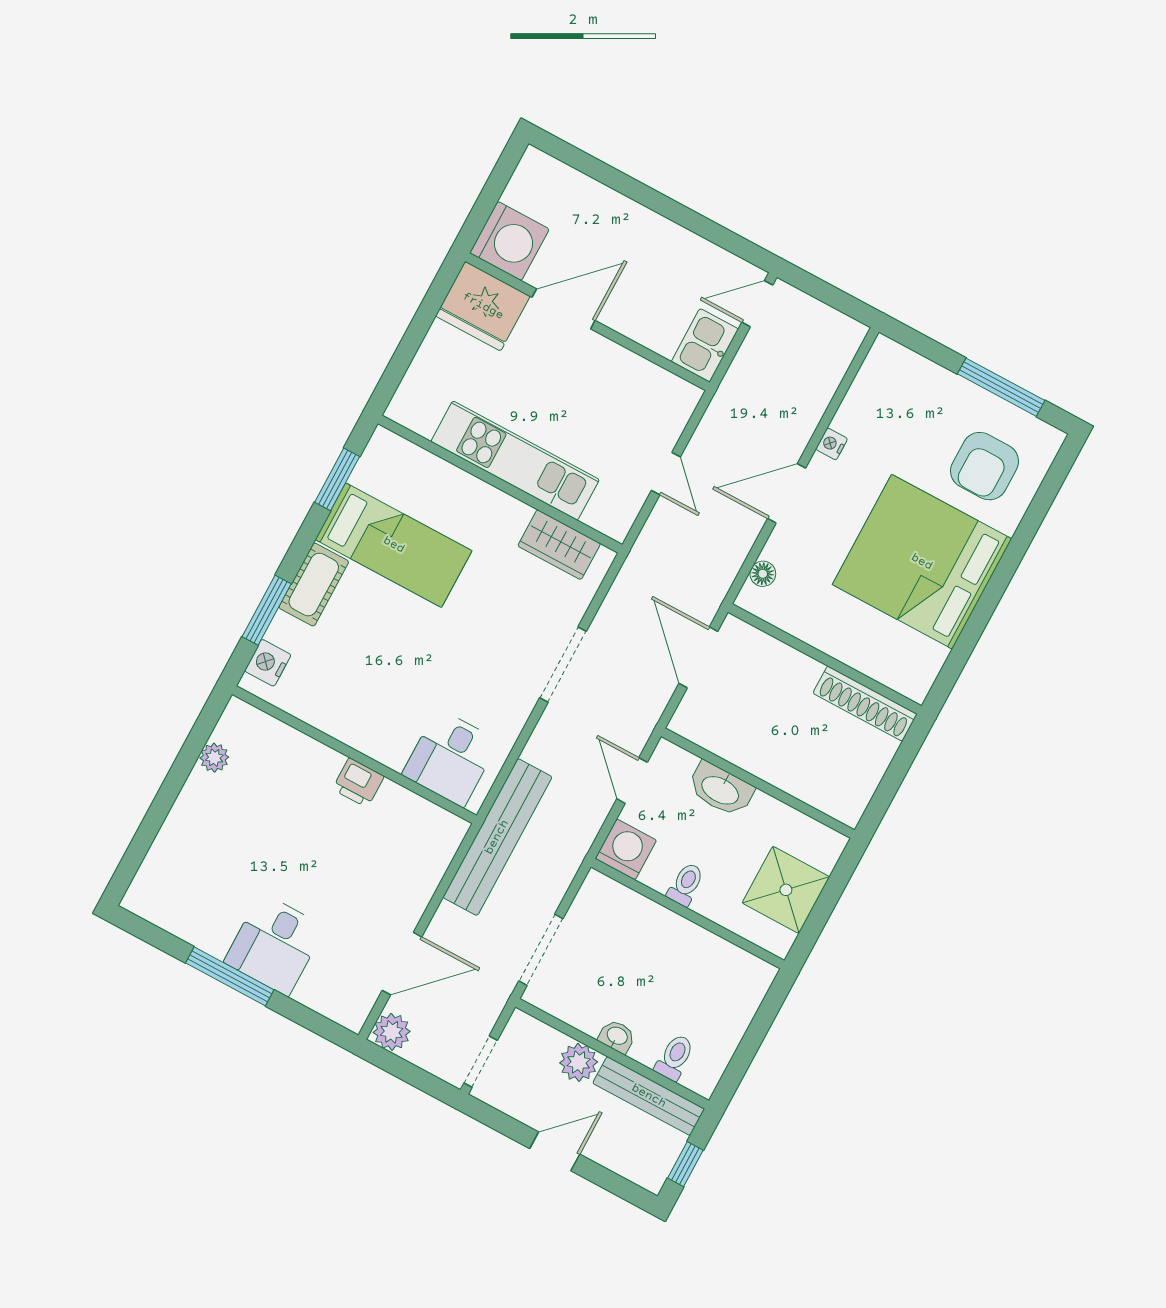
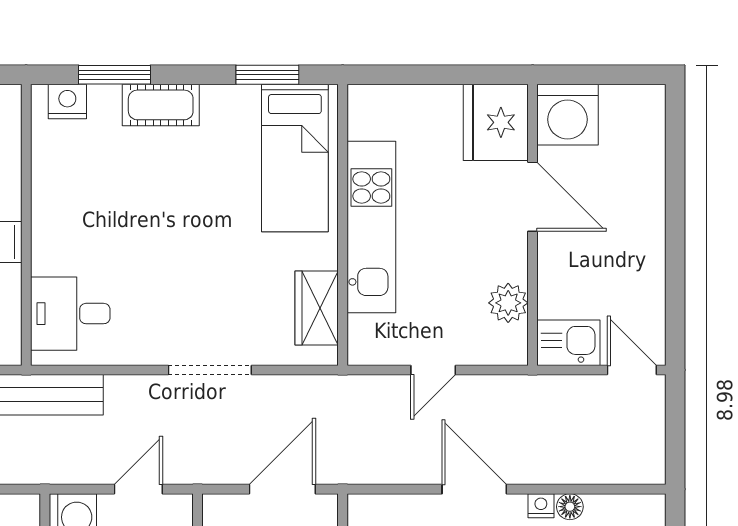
plant: (643, 378) -> (508, 303), added
bed: (394, 545) -> (295, 158), moved
floor lamp: (763, 574) -> (570, 507), moved

